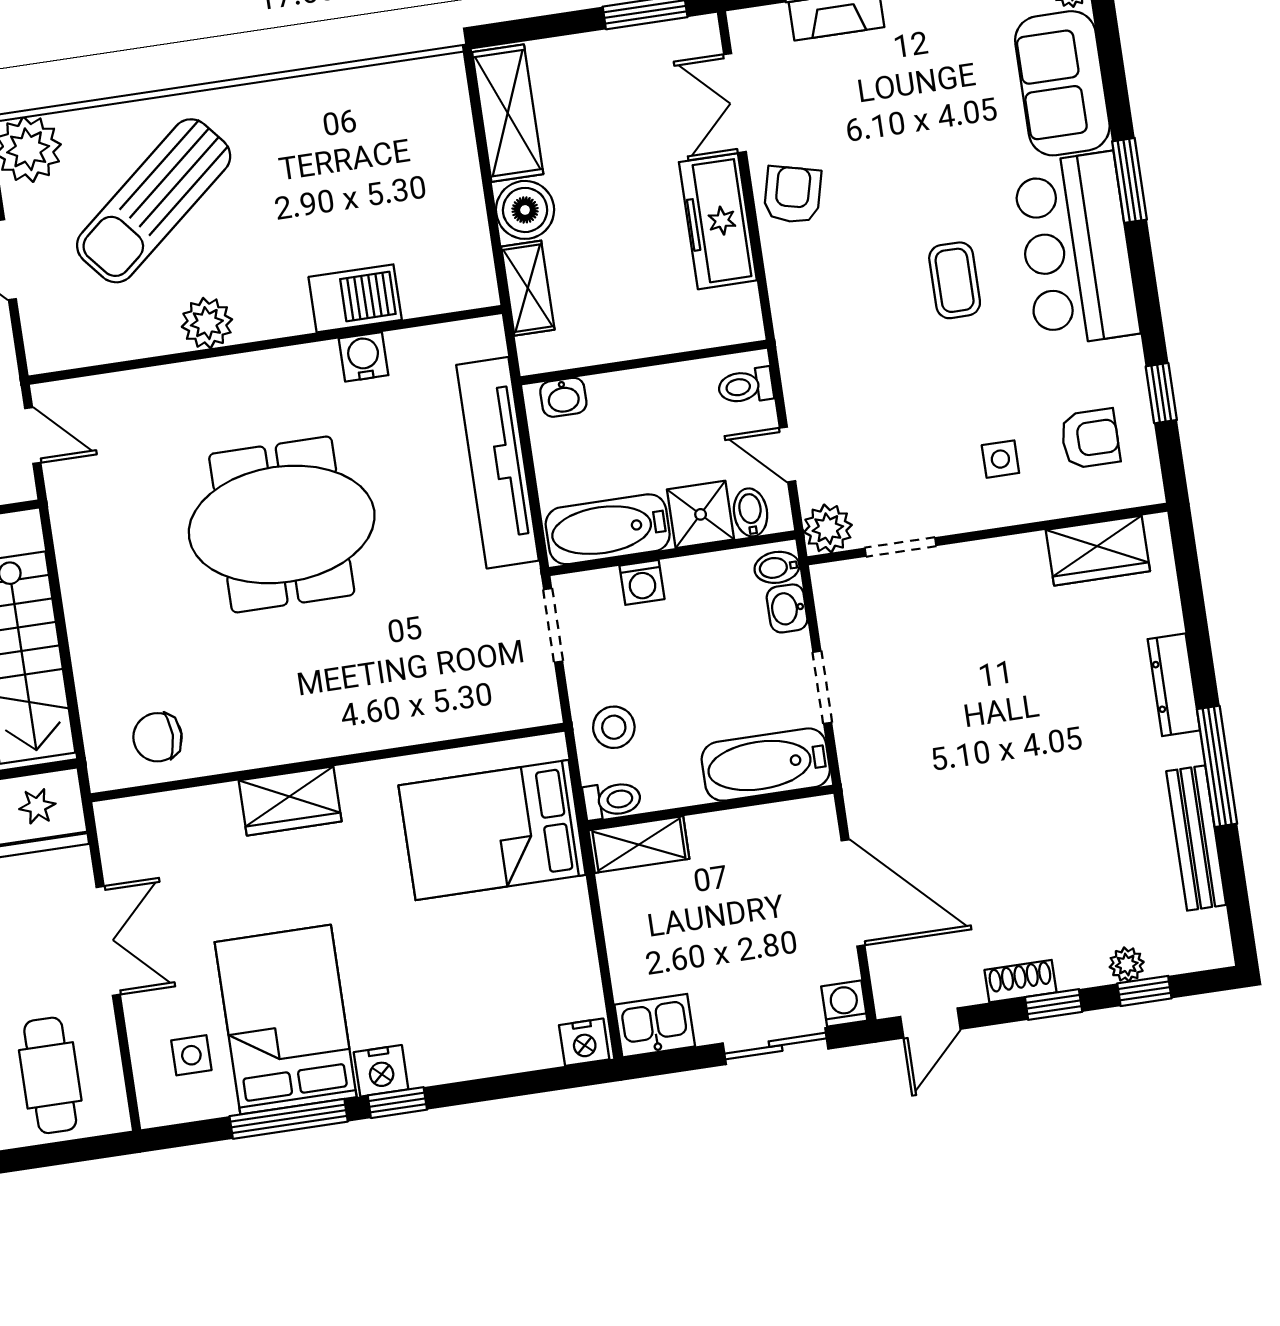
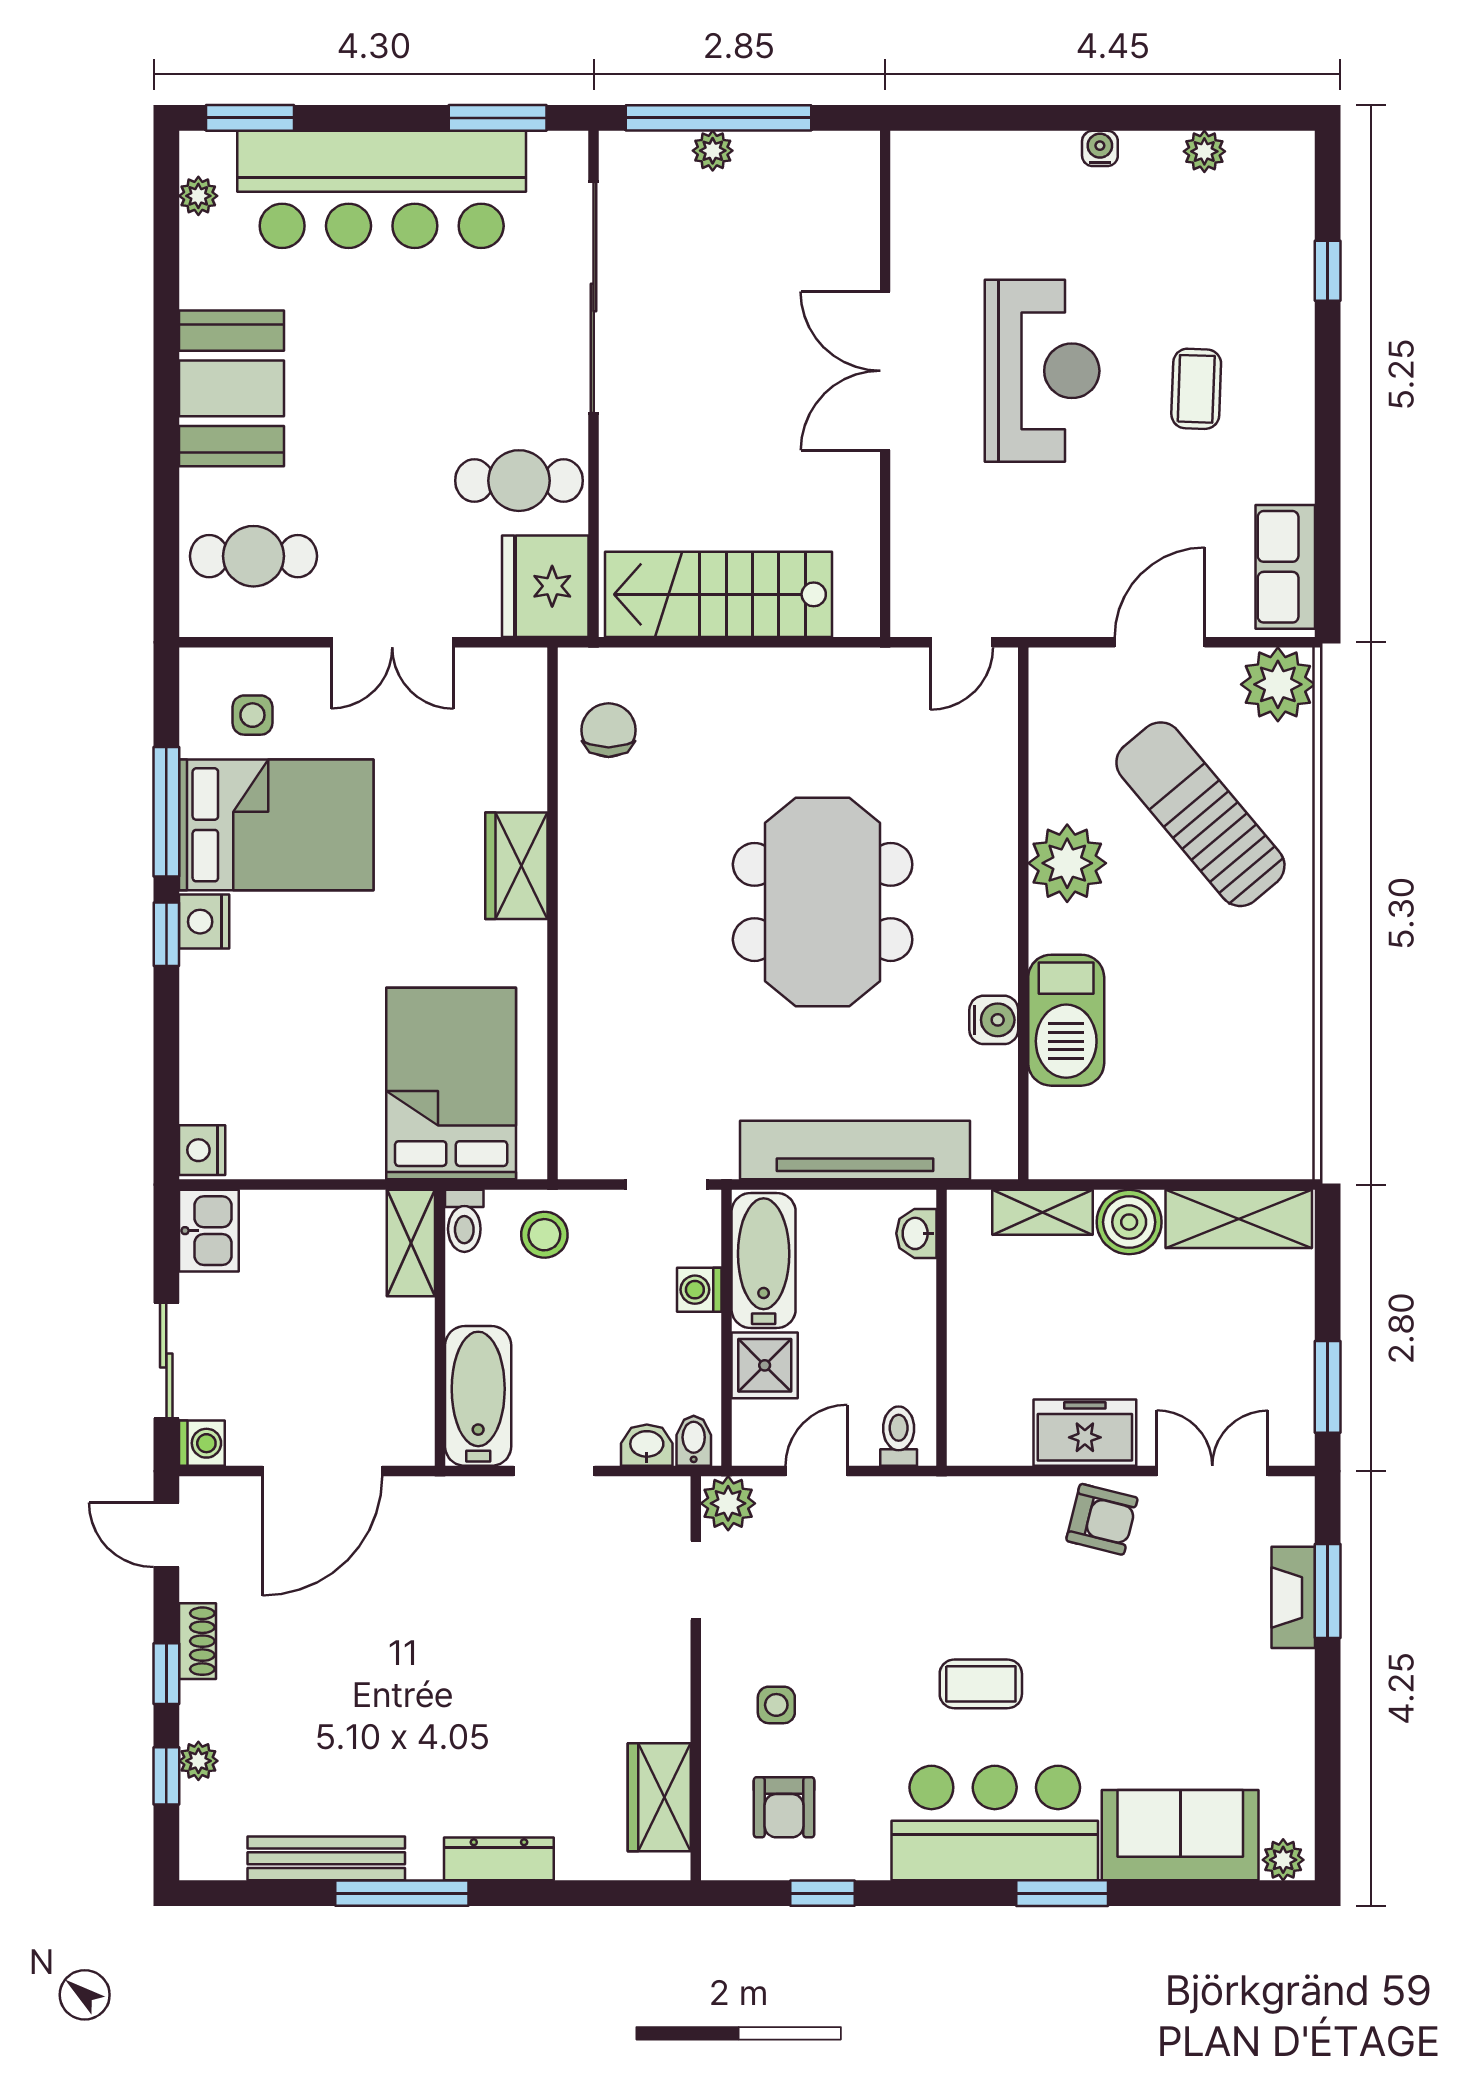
freezer: (718, 221) -> (1085, 1433), width x0.71
barbecue: (355, 298) -> (1066, 1020), width x1.37, depth x1.21
plant: (207, 323) -> (1067, 863), width x1.36, depth x1.36
bidet: (751, 512) -> (759, 1421), removed

